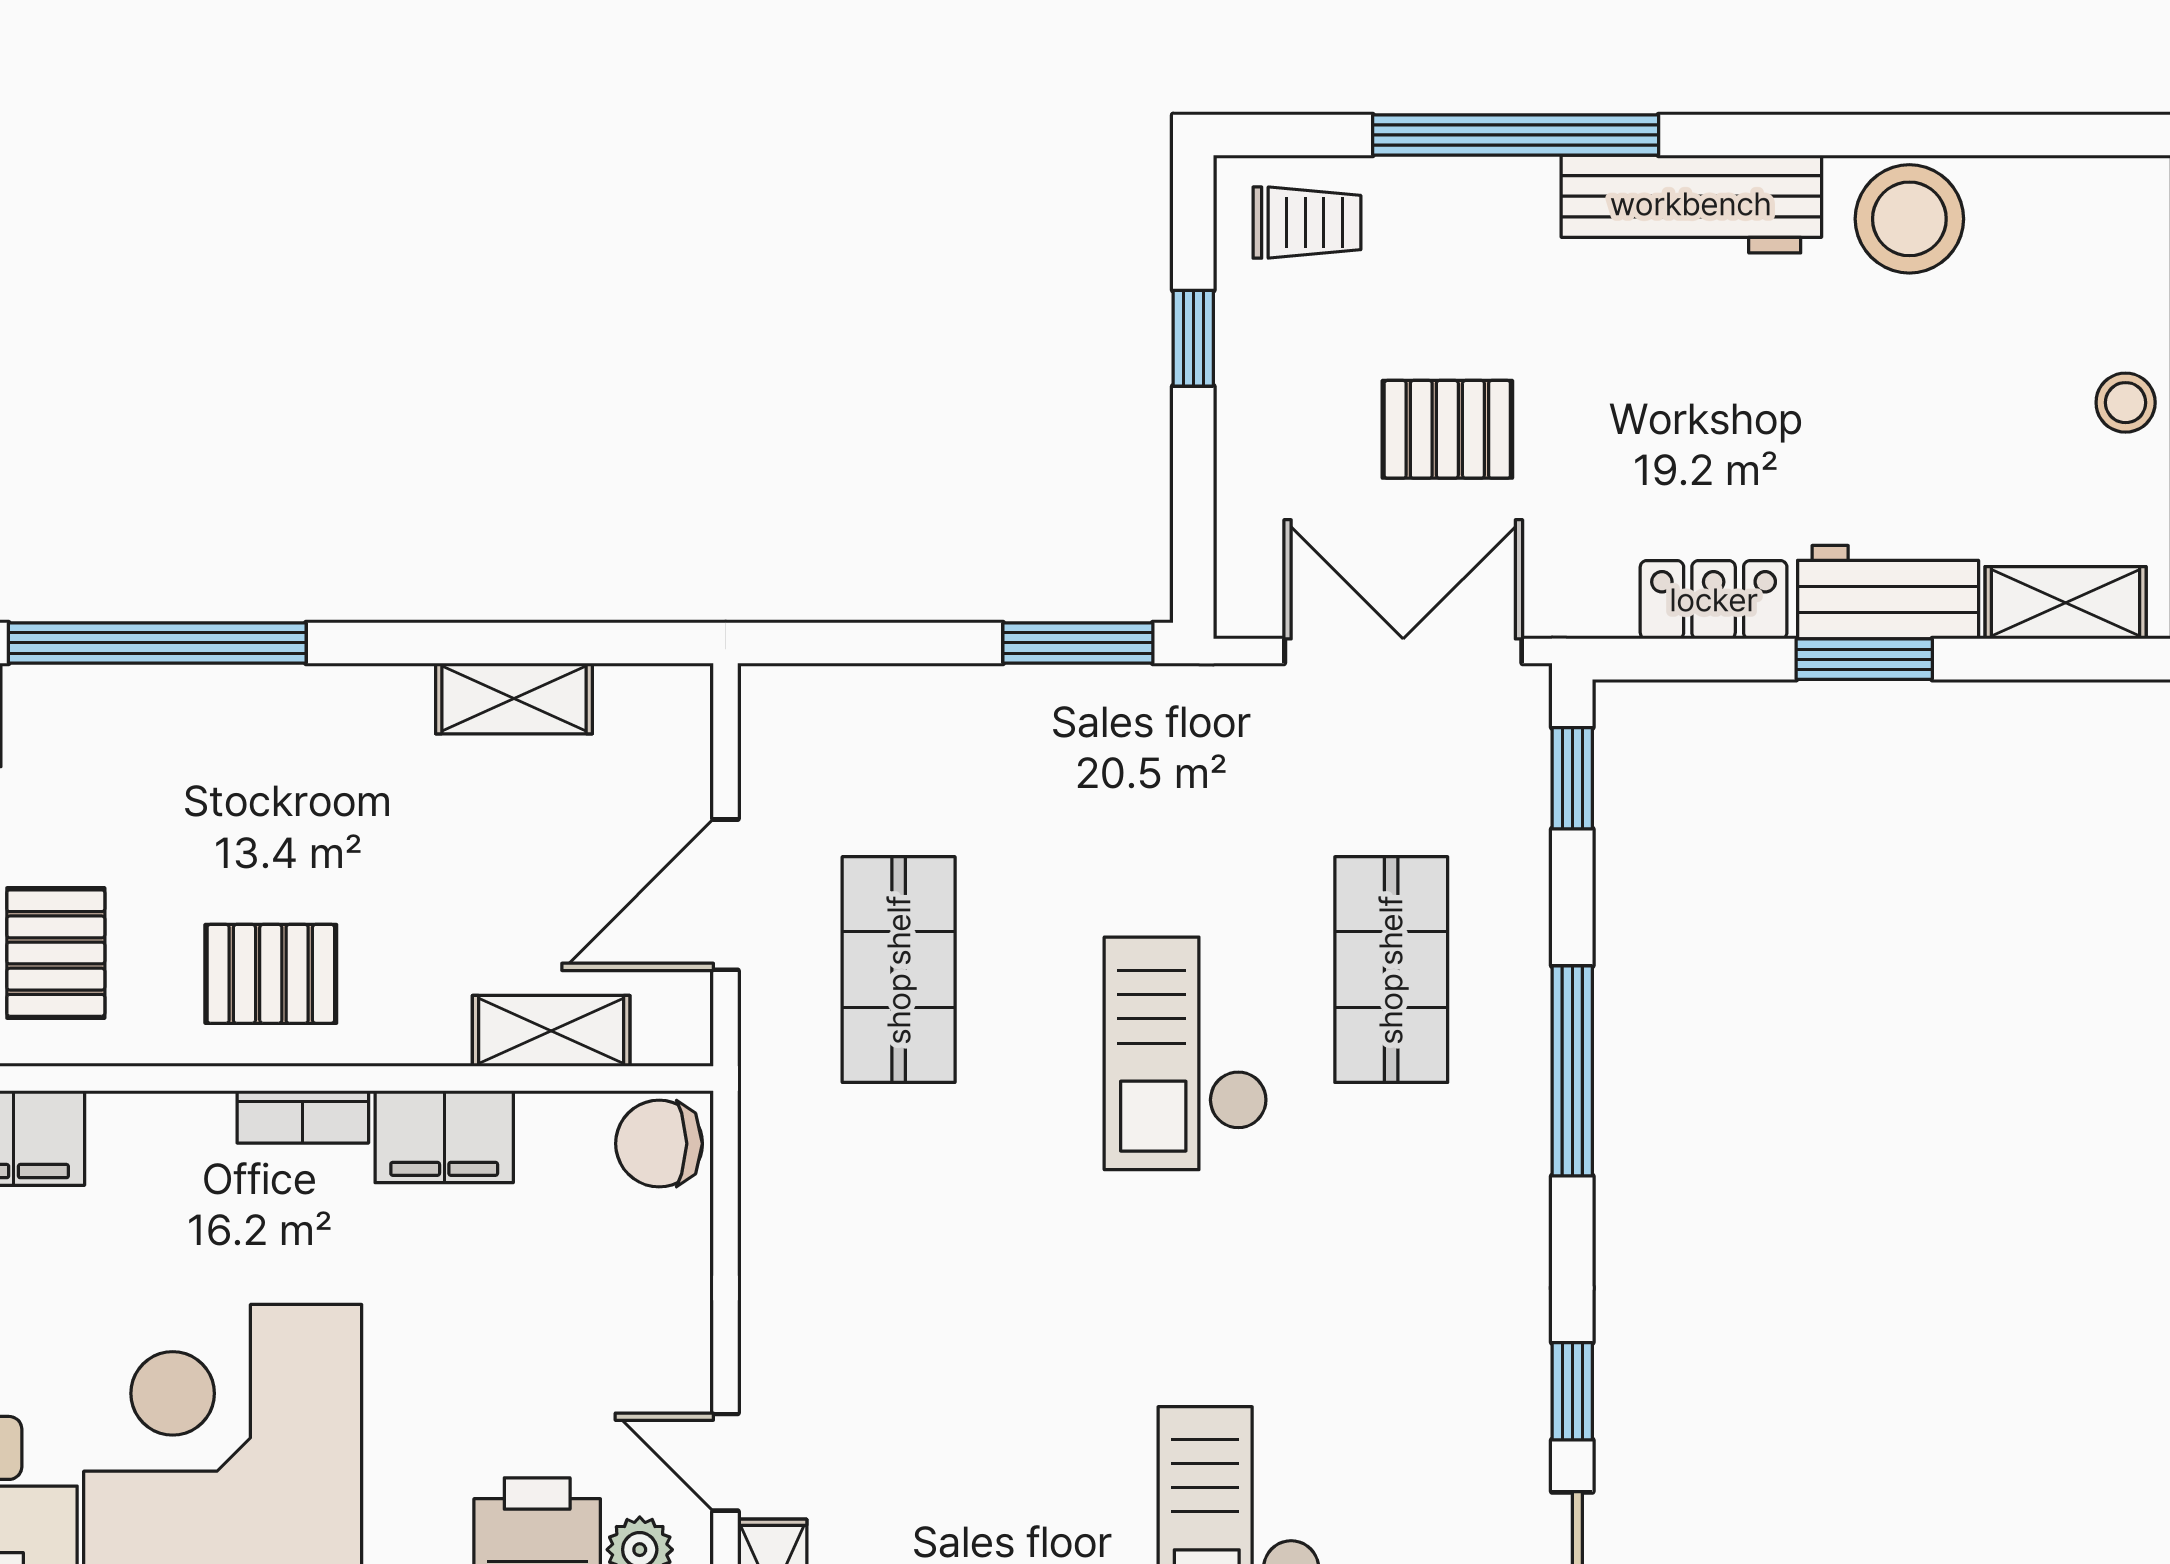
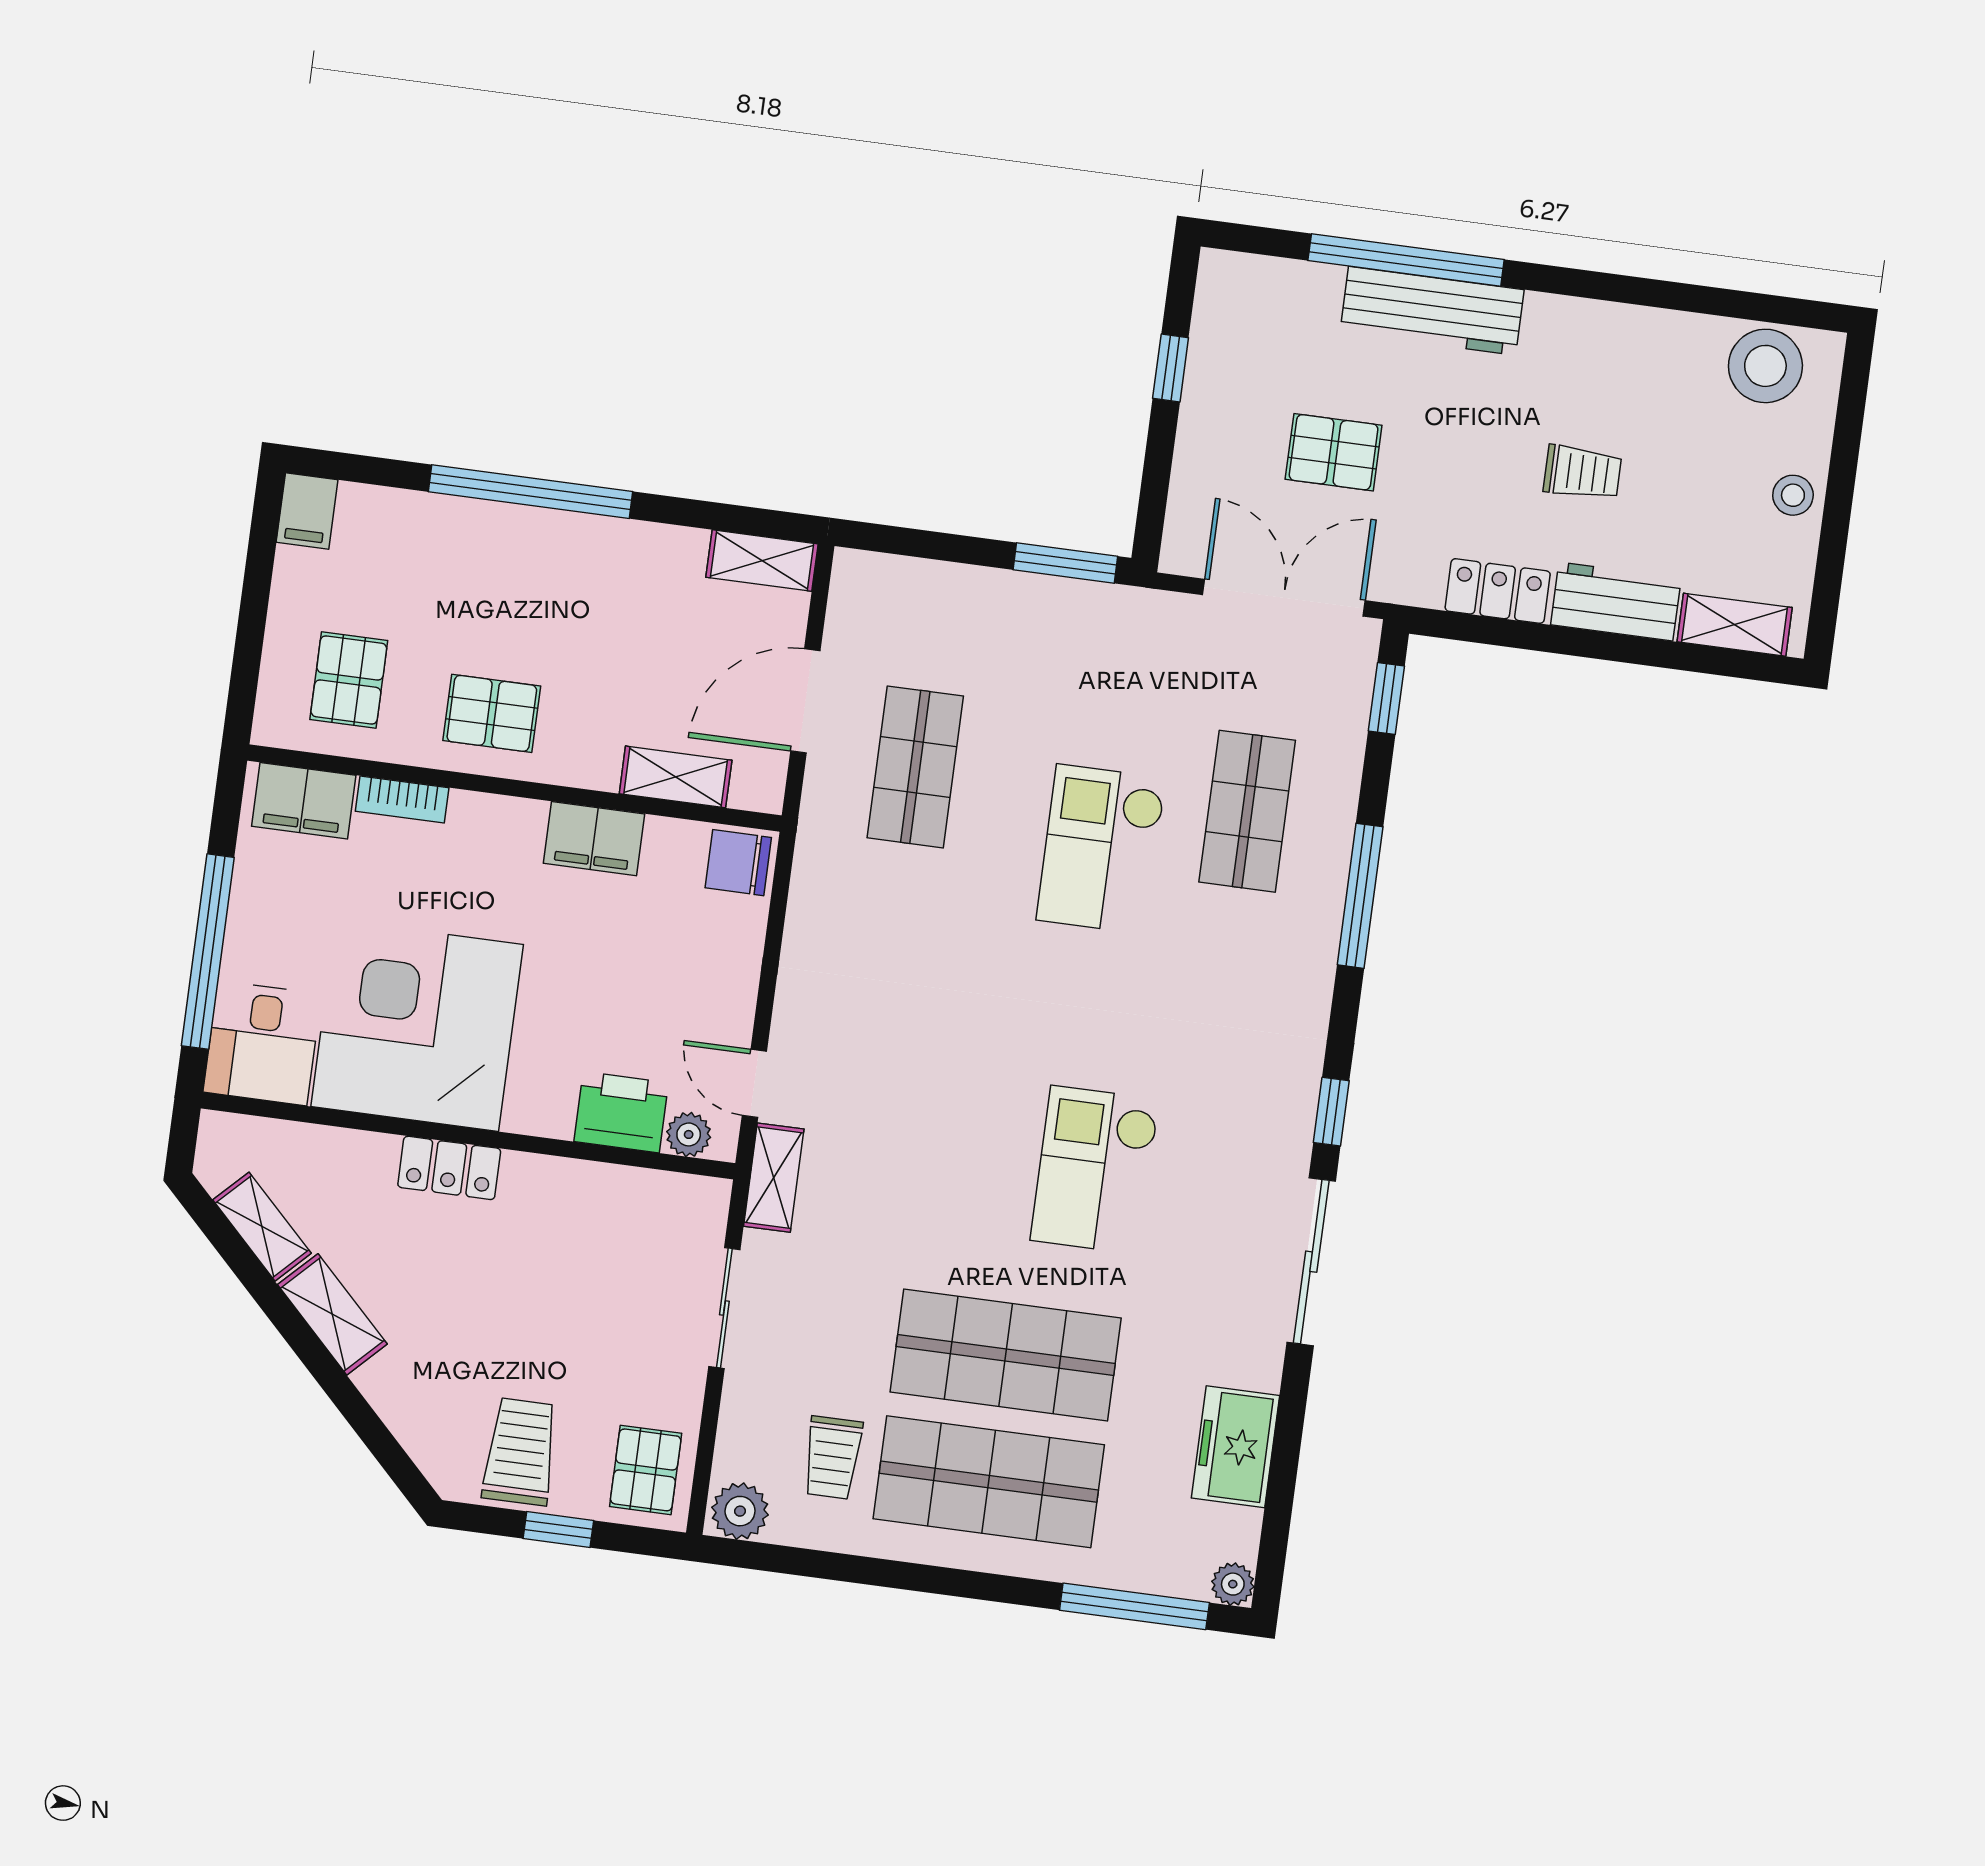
workbench: (1691, 204) -> (1432, 311), moved
stool: (1909, 219) -> (1765, 366), moved
trolley: (1307, 223) -> (1582, 473), moved
window: (157, 643) -> (531, 492), moved
window: (1864, 659) -> (1594, 645), removed
shelving: (514, 698) -> (762, 561), moved
bookcase: (303, 1117) -> (402, 799), moved

